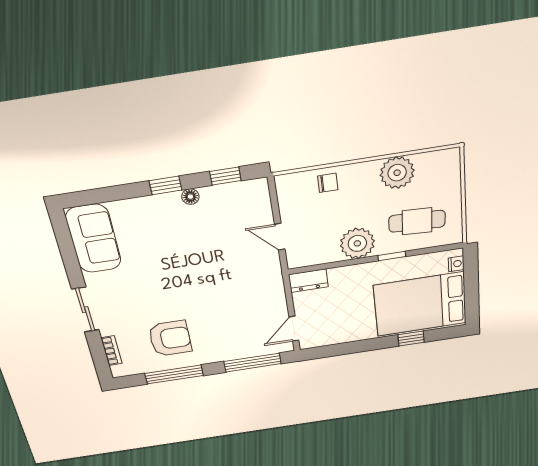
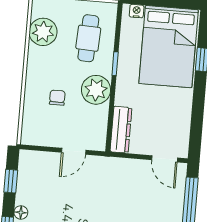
plant: (397, 173) -> (43, 32), moved
chair: (328, 183) -> (57, 98), moved
dresser: (308, 281) -> (121, 130), width x1.44

